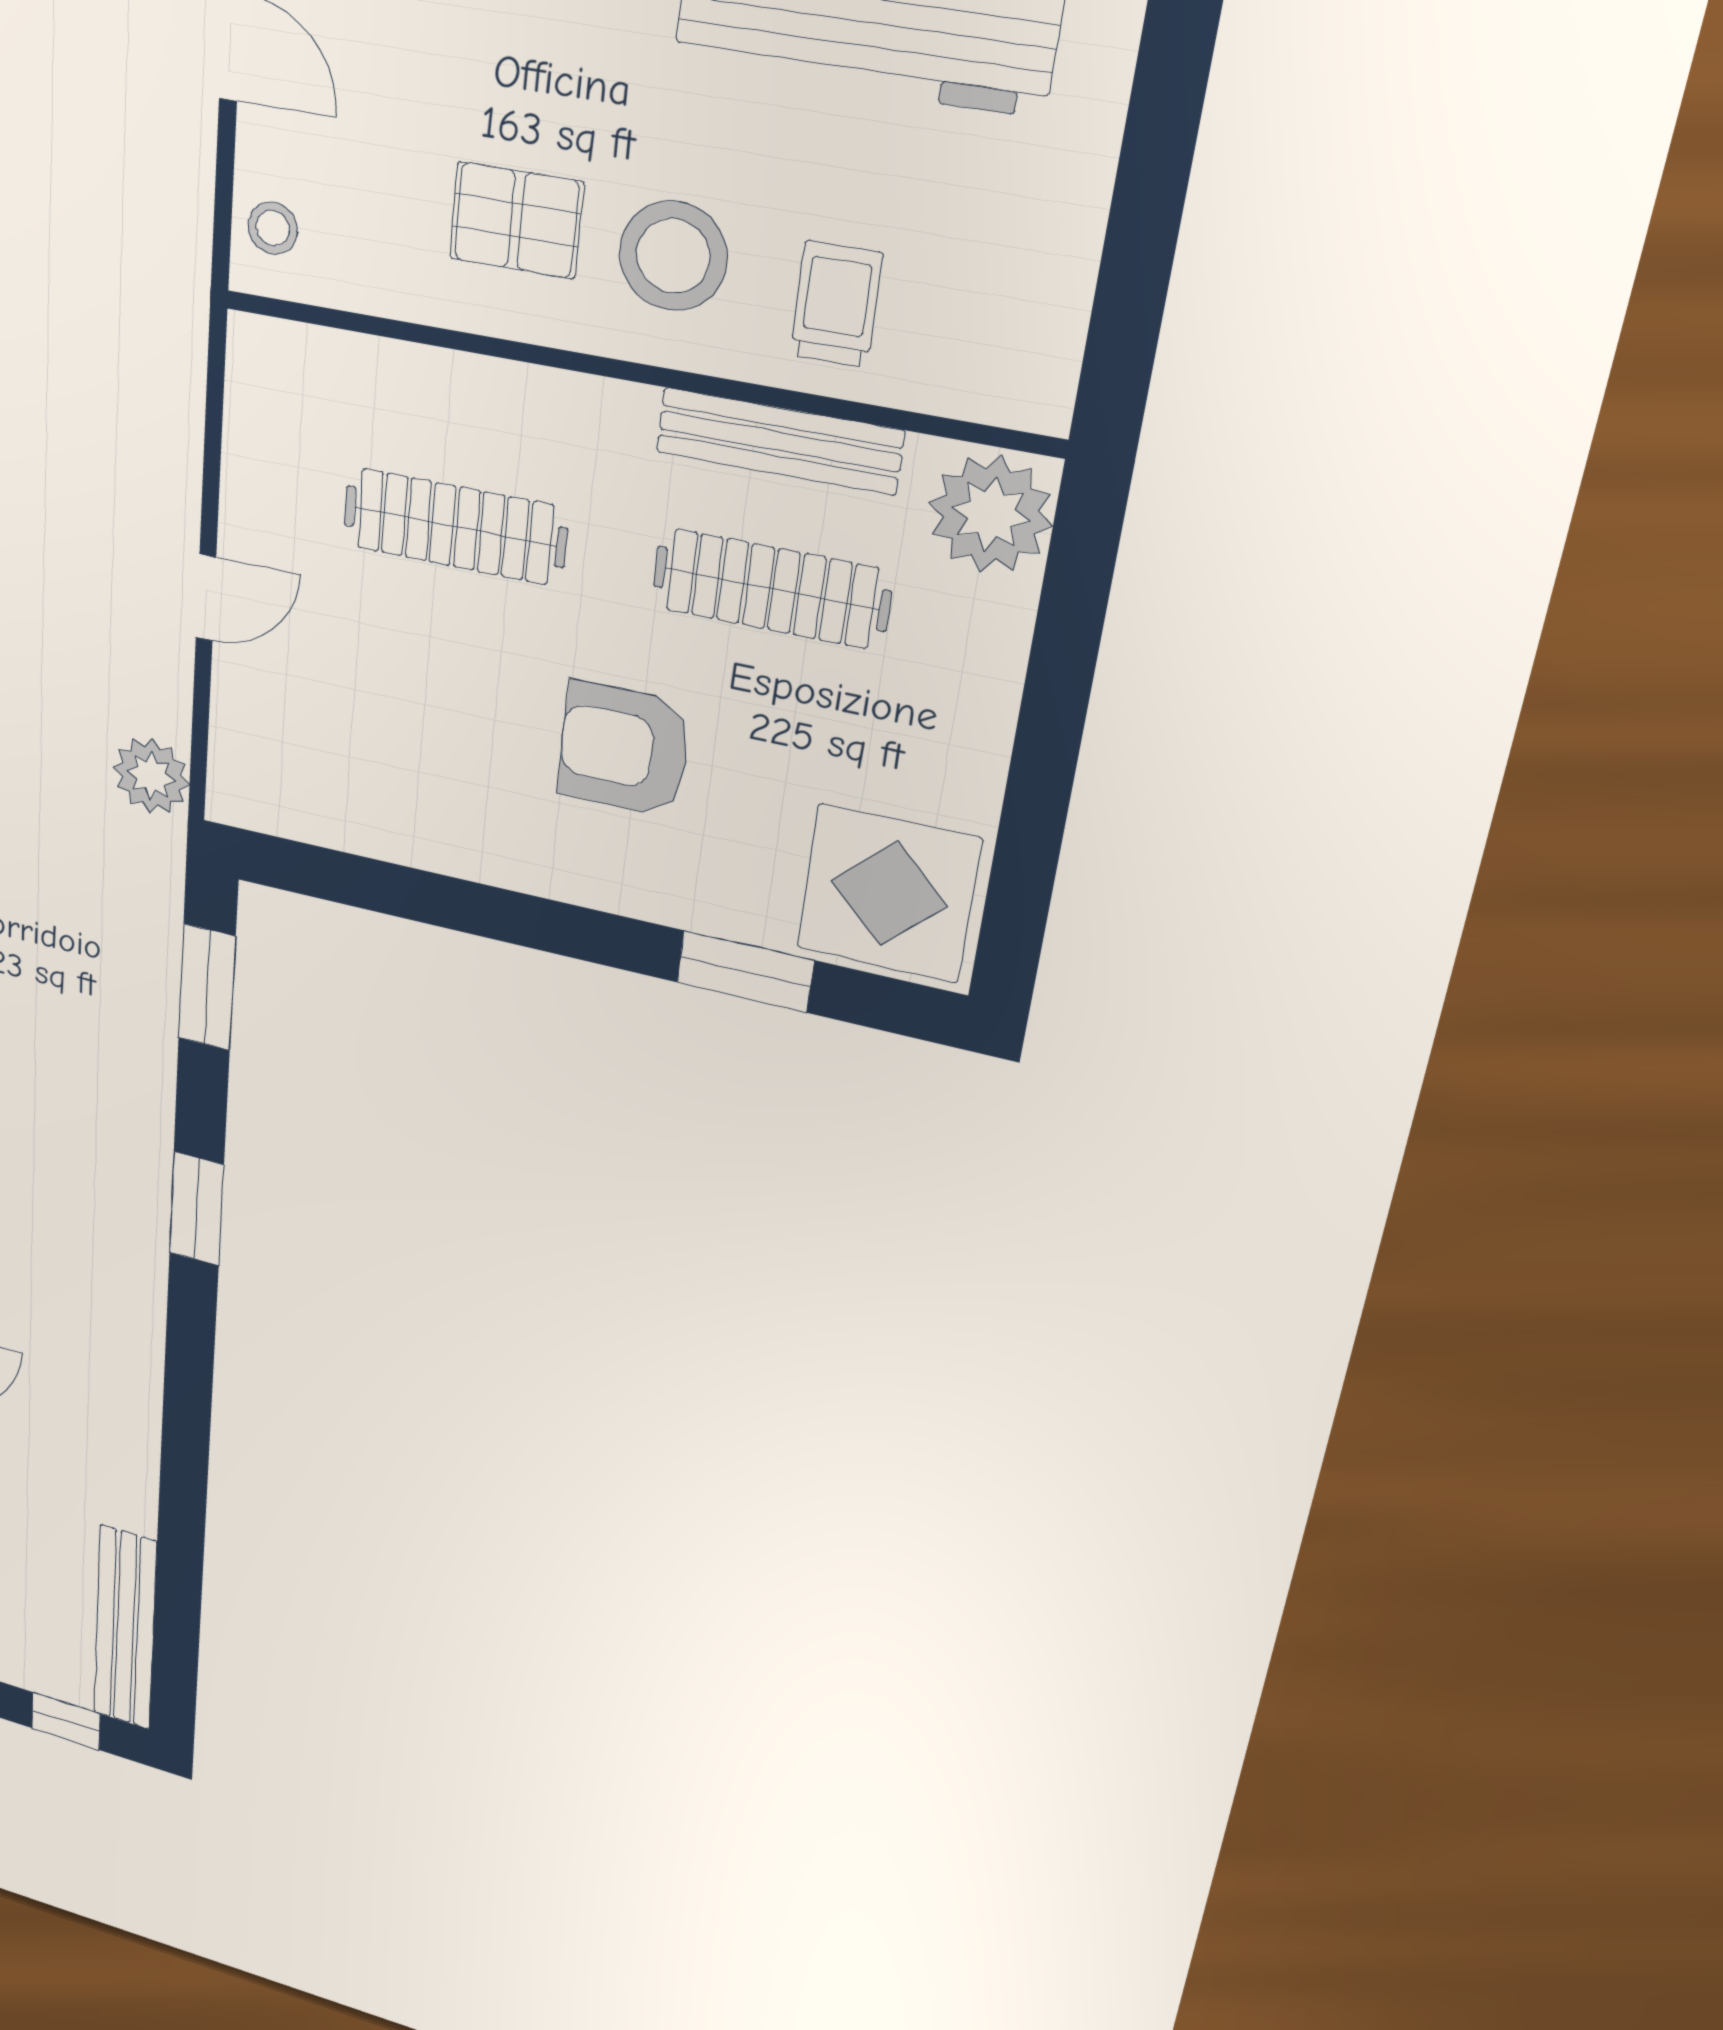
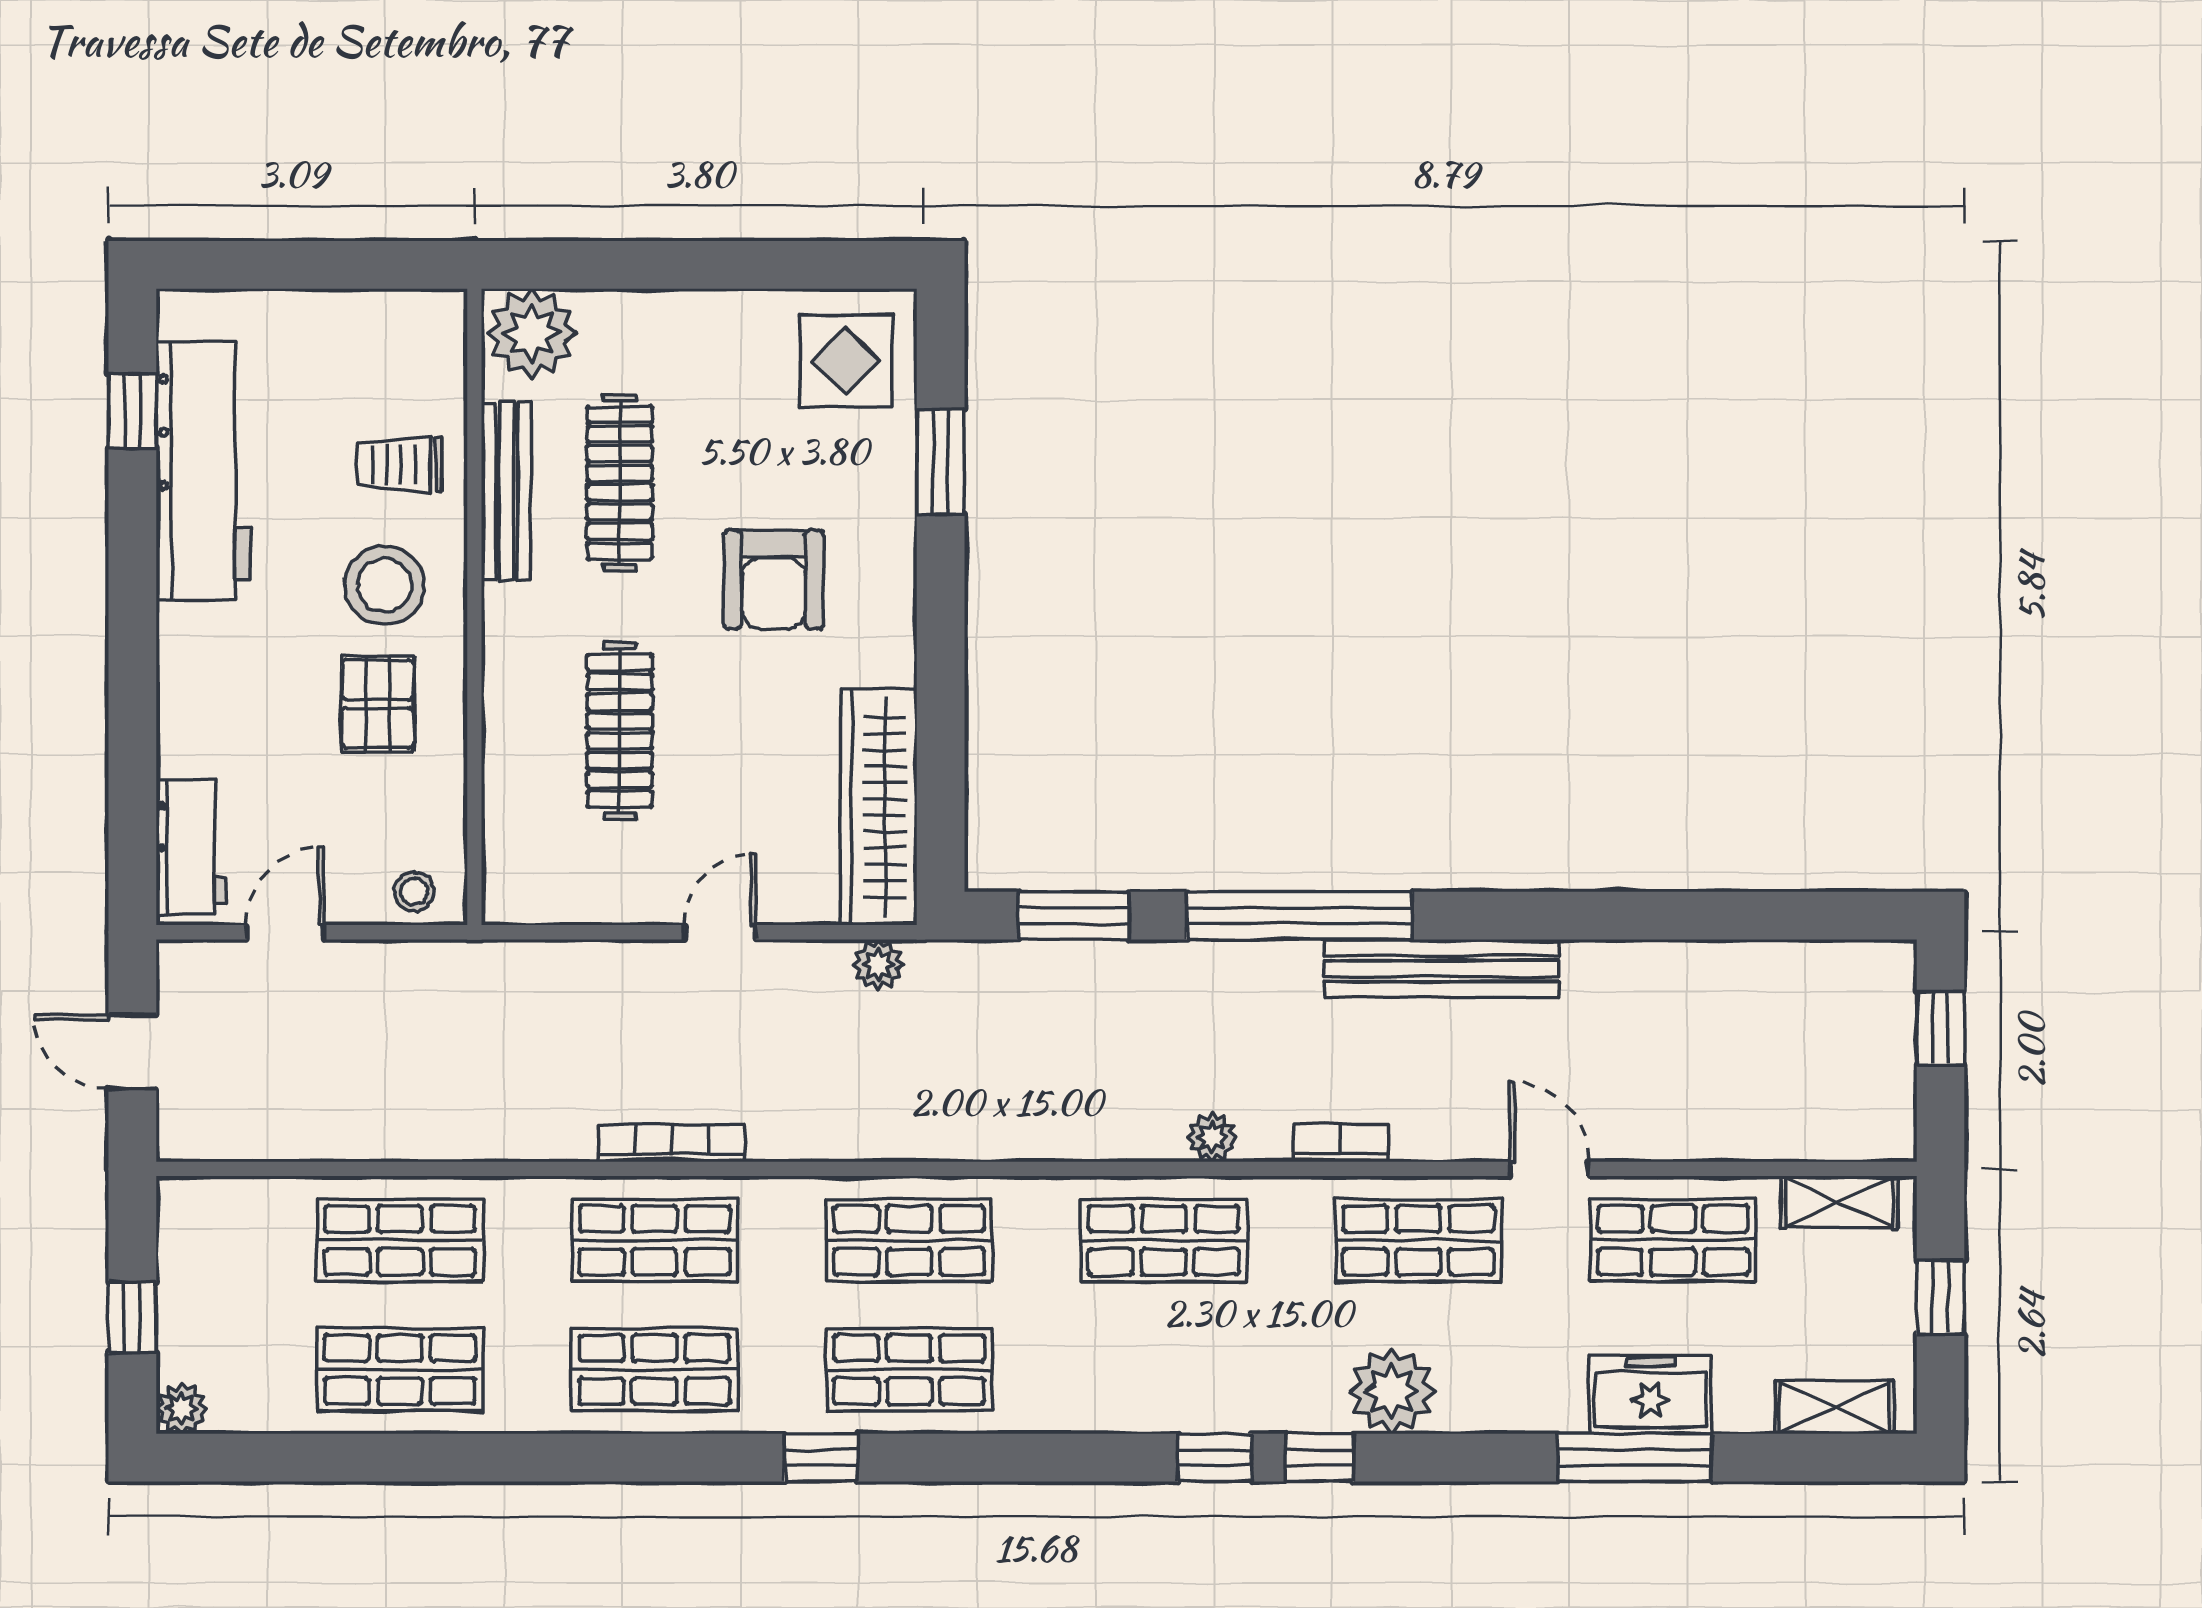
door: (206, 598) -> (720, 932), hinge flipped
plant: (151, 776) -> (878, 964), width x0.73, depth x0.73
wardrobe: (340, 809) -> (879, 807), added
display table: (889, 894) -> (846, 361), width x0.73, depth x0.73
window: (196, 1209) -> (1299, 916), width x2.11
bench: (125, 1628) -> (1442, 969), moved

